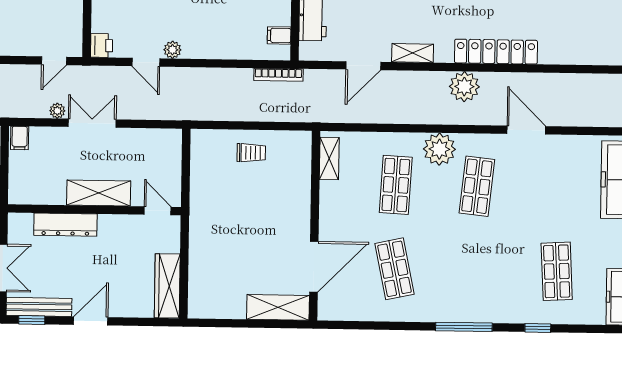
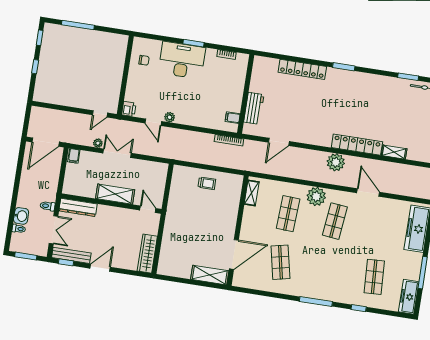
shelving: (413, 53) -> (394, 152), moved
dresser: (65, 225) -> (78, 207), moved

